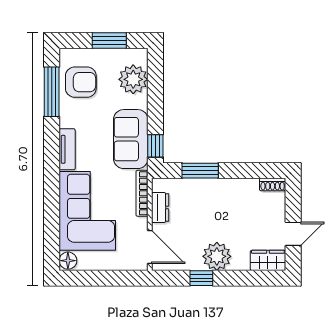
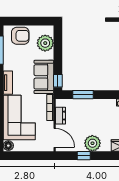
window: (109, 41) -> (32, 21), removed
armchair: (81, 82) -> (20, 36), moved

